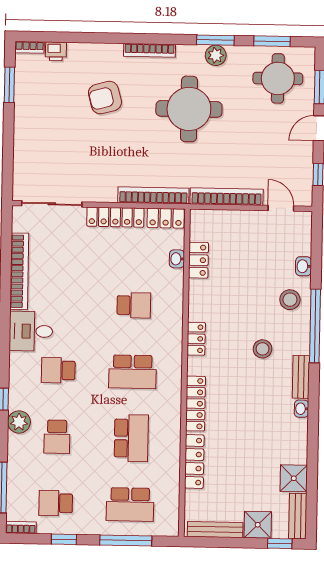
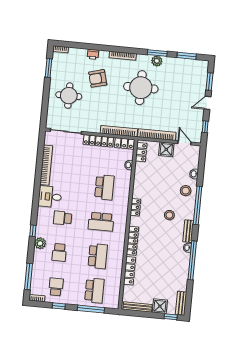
printer: (56, 51) -> (93, 54), moved
round table: (278, 78) -> (69, 96), moved
locker: (198, 260) -> (141, 152), moved
school desk: (134, 305) -> (104, 187), width x1.85
window: (313, 432) -> (192, 260), added
shower: (294, 478) -> (166, 149), moved
school desk: (56, 503) -> (56, 287), turned 90
school desk: (130, 505) -> (94, 291), turned -90

